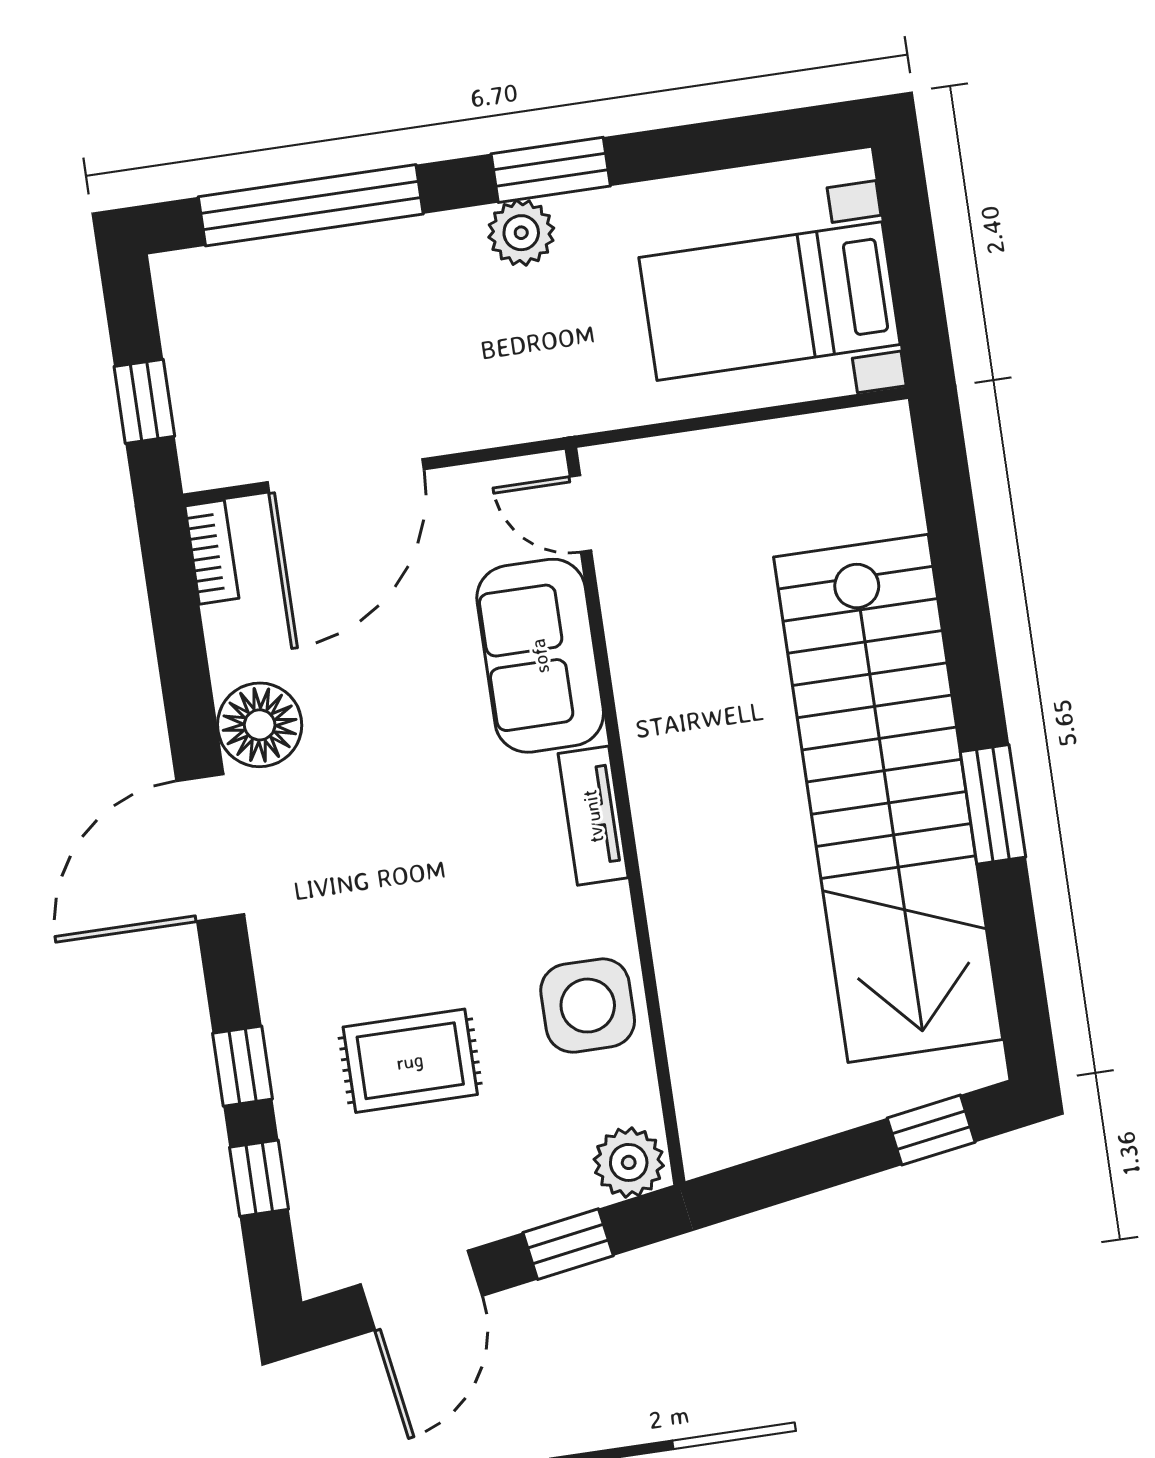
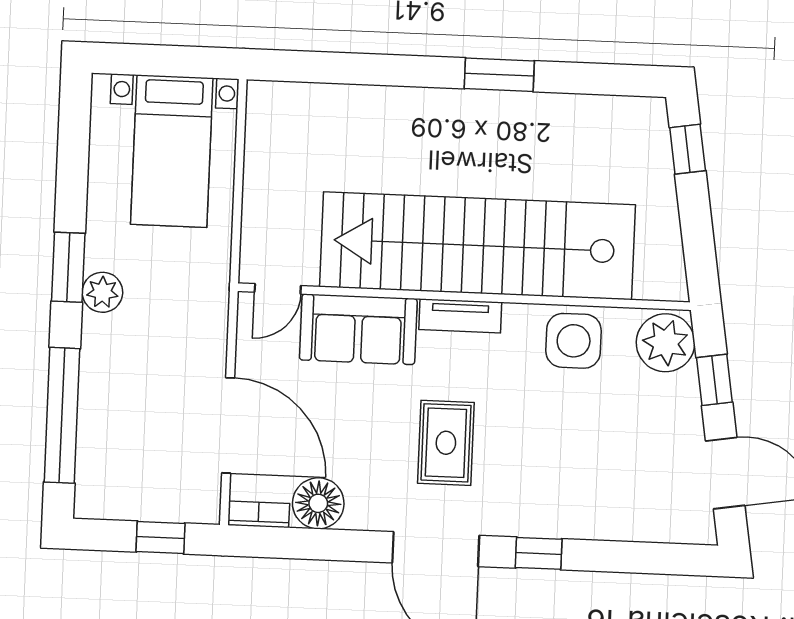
floor lamp: (260, 725) -> (318, 503), moved
stairs: (888, 798) -> (477, 246), moved, turned 180
rug: (410, 1061) -> (446, 443), moved
window: (242, 1066) -> (539, 553), moved
plant: (629, 1162) -> (666, 343), width x1.36, depth x1.36
window: (259, 1178) -> (639, 558), removed

